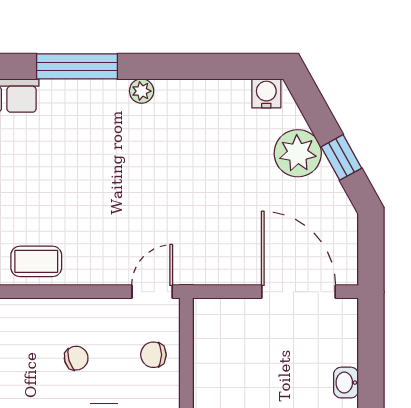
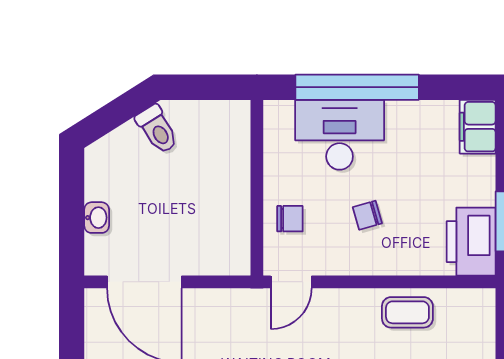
washbasin: (346, 383) -> (97, 218), moved

